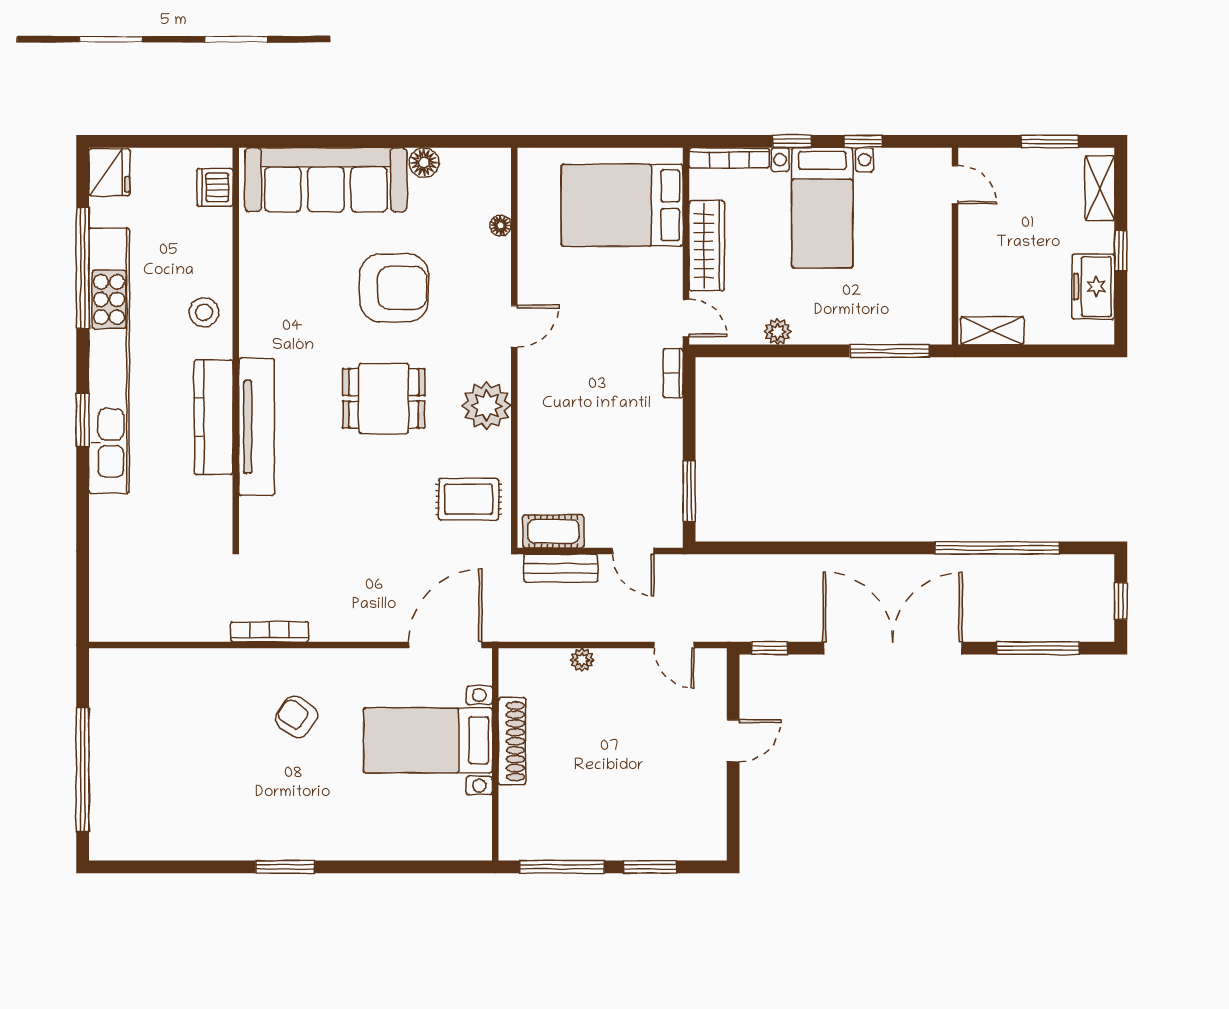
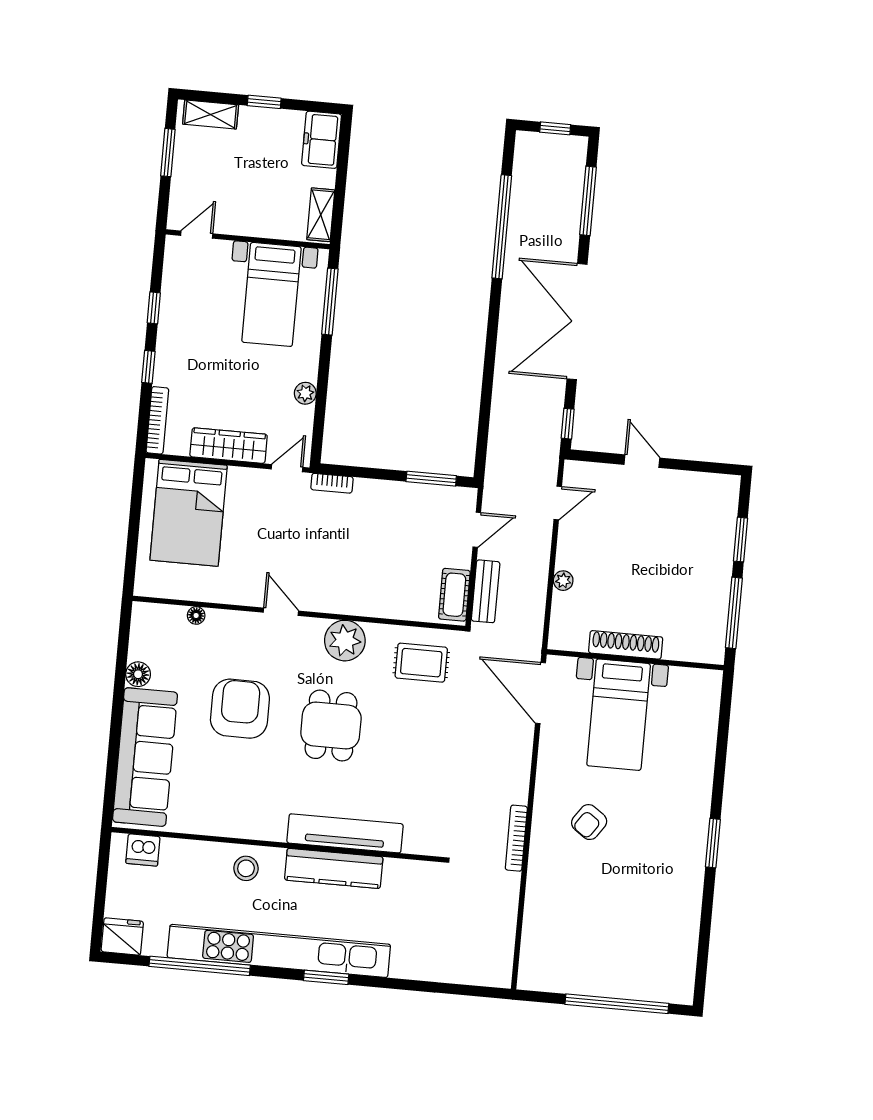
bed with nightstands: (822, 208) -> (271, 294), moved, turned 90
freezer: (1093, 287) -> (322, 140), moved, turned 90
rug: (469, 499) -> (421, 663), turned 90

